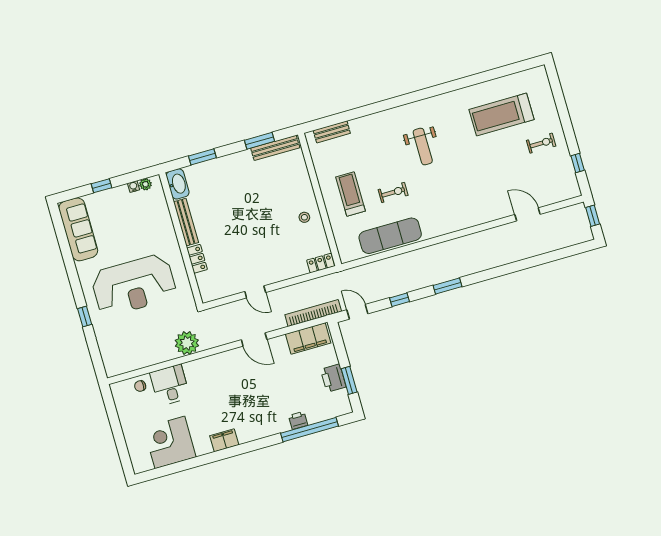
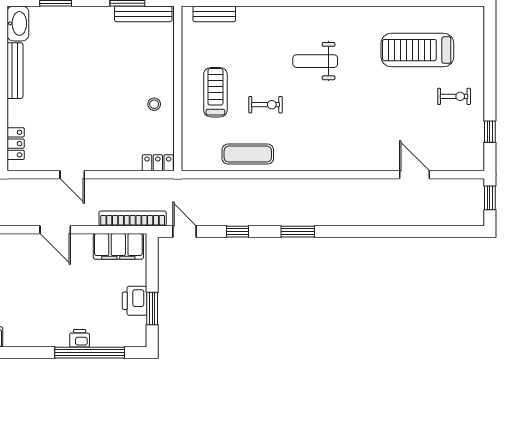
weight bench: (423, 147) -> (315, 61), turned 90
exercise mat: (390, 236) -> (248, 154), width x0.73, depth x0.69
locker: (197, 259) -> (16, 144), moved

